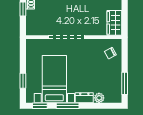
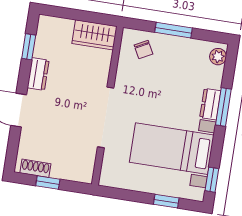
window: (125, 83) -> (174, 30), moved
plant: (99, 98) -> (218, 57), moved
window: (68, 106) -> (223, 107), moved

